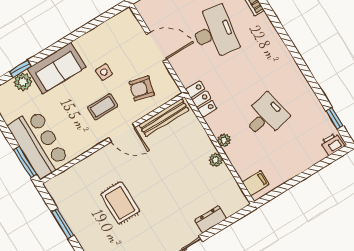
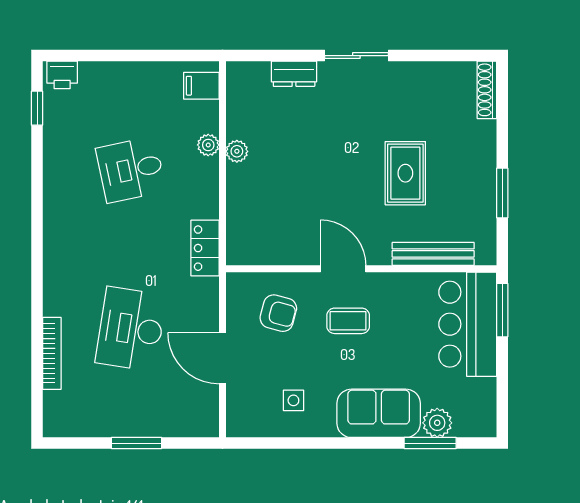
window: (20, 69) -> (430, 443), width x1.50
side table: (104, 72) -> (293, 400), moved
bench: (164, 118) -> (433, 254), moved
plant: (224, 140) -> (208, 145), moved

